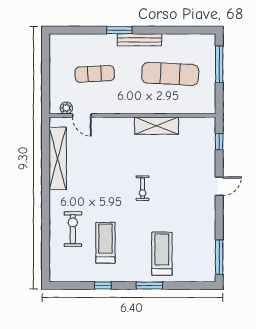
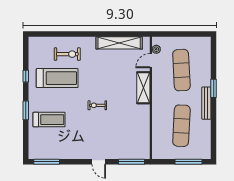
exercise mat: (95, 74) -> (181, 70), width x1.36, depth x1.45
shelving: (157, 126) -> (143, 88), moved
window: (219, 142) -> (131, 162), width x2.17
treadmill: (105, 243) -> (57, 78), width x1.37, depth x1.38

